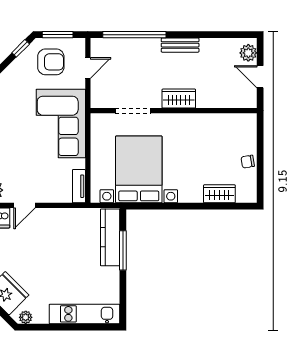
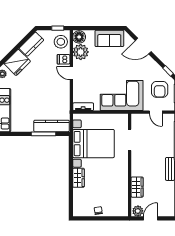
plant: (248, 53) -> (138, 211), moved
wardrobe: (179, 99) -> (137, 187), moved
wardrobe: (219, 194) -> (78, 178), moved

